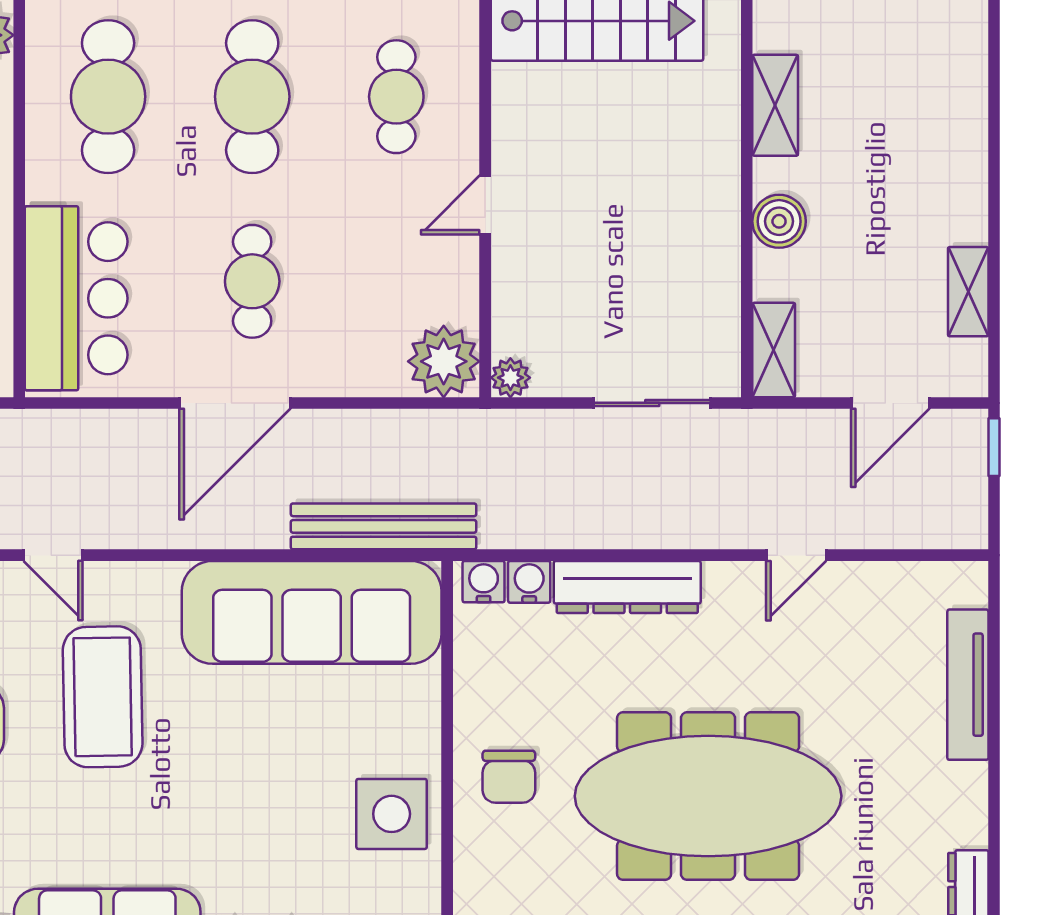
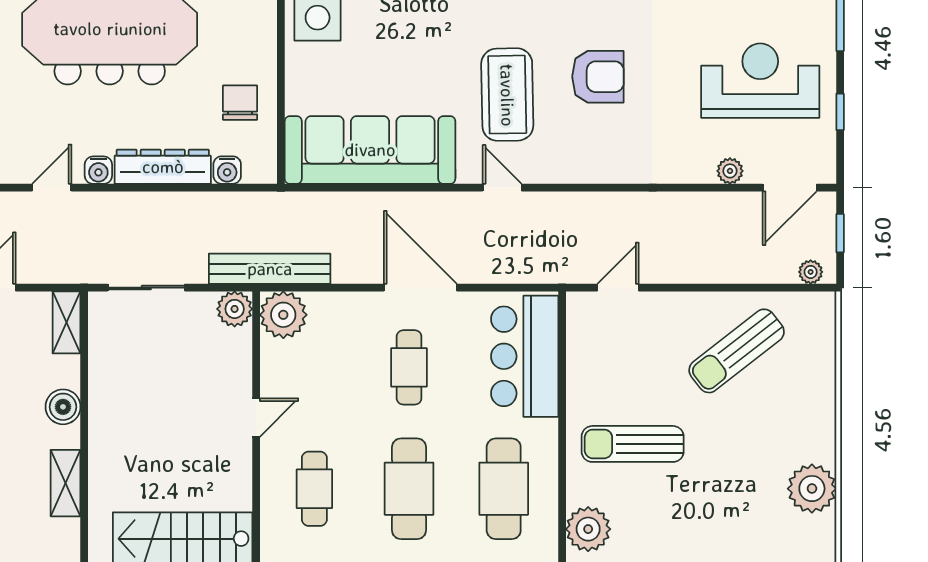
plant: (510, 378) -> (235, 309), width x1.38, depth x1.38
door: (235, 403) -> (420, 288), hinge flipped
bench: (384, 526) -> (270, 269), moved
door: (53, 555) -> (502, 188), moved
water cooler: (484, 582) -> (98, 170), moved
chair: (509, 777) -> (240, 103), moved

